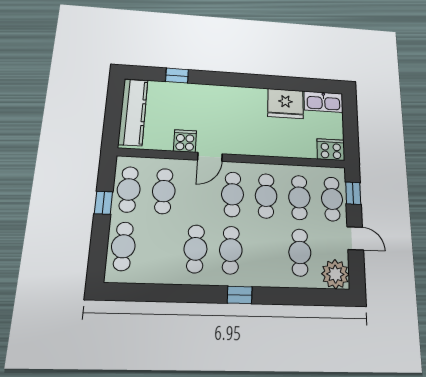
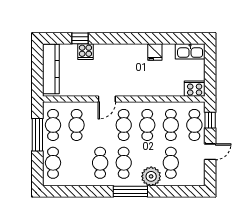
fridge: (285, 104) -> (155, 52), width x0.53, depth x0.75
cooker: (185, 141) -> (85, 52), moved, turned 180
window: (104, 203) -> (37, 135), width x2.17
door: (355, 238) -> (210, 152), hinge flipped
plant: (335, 274) -> (151, 176), moved
window: (240, 295) -> (130, 191), width x2.17

